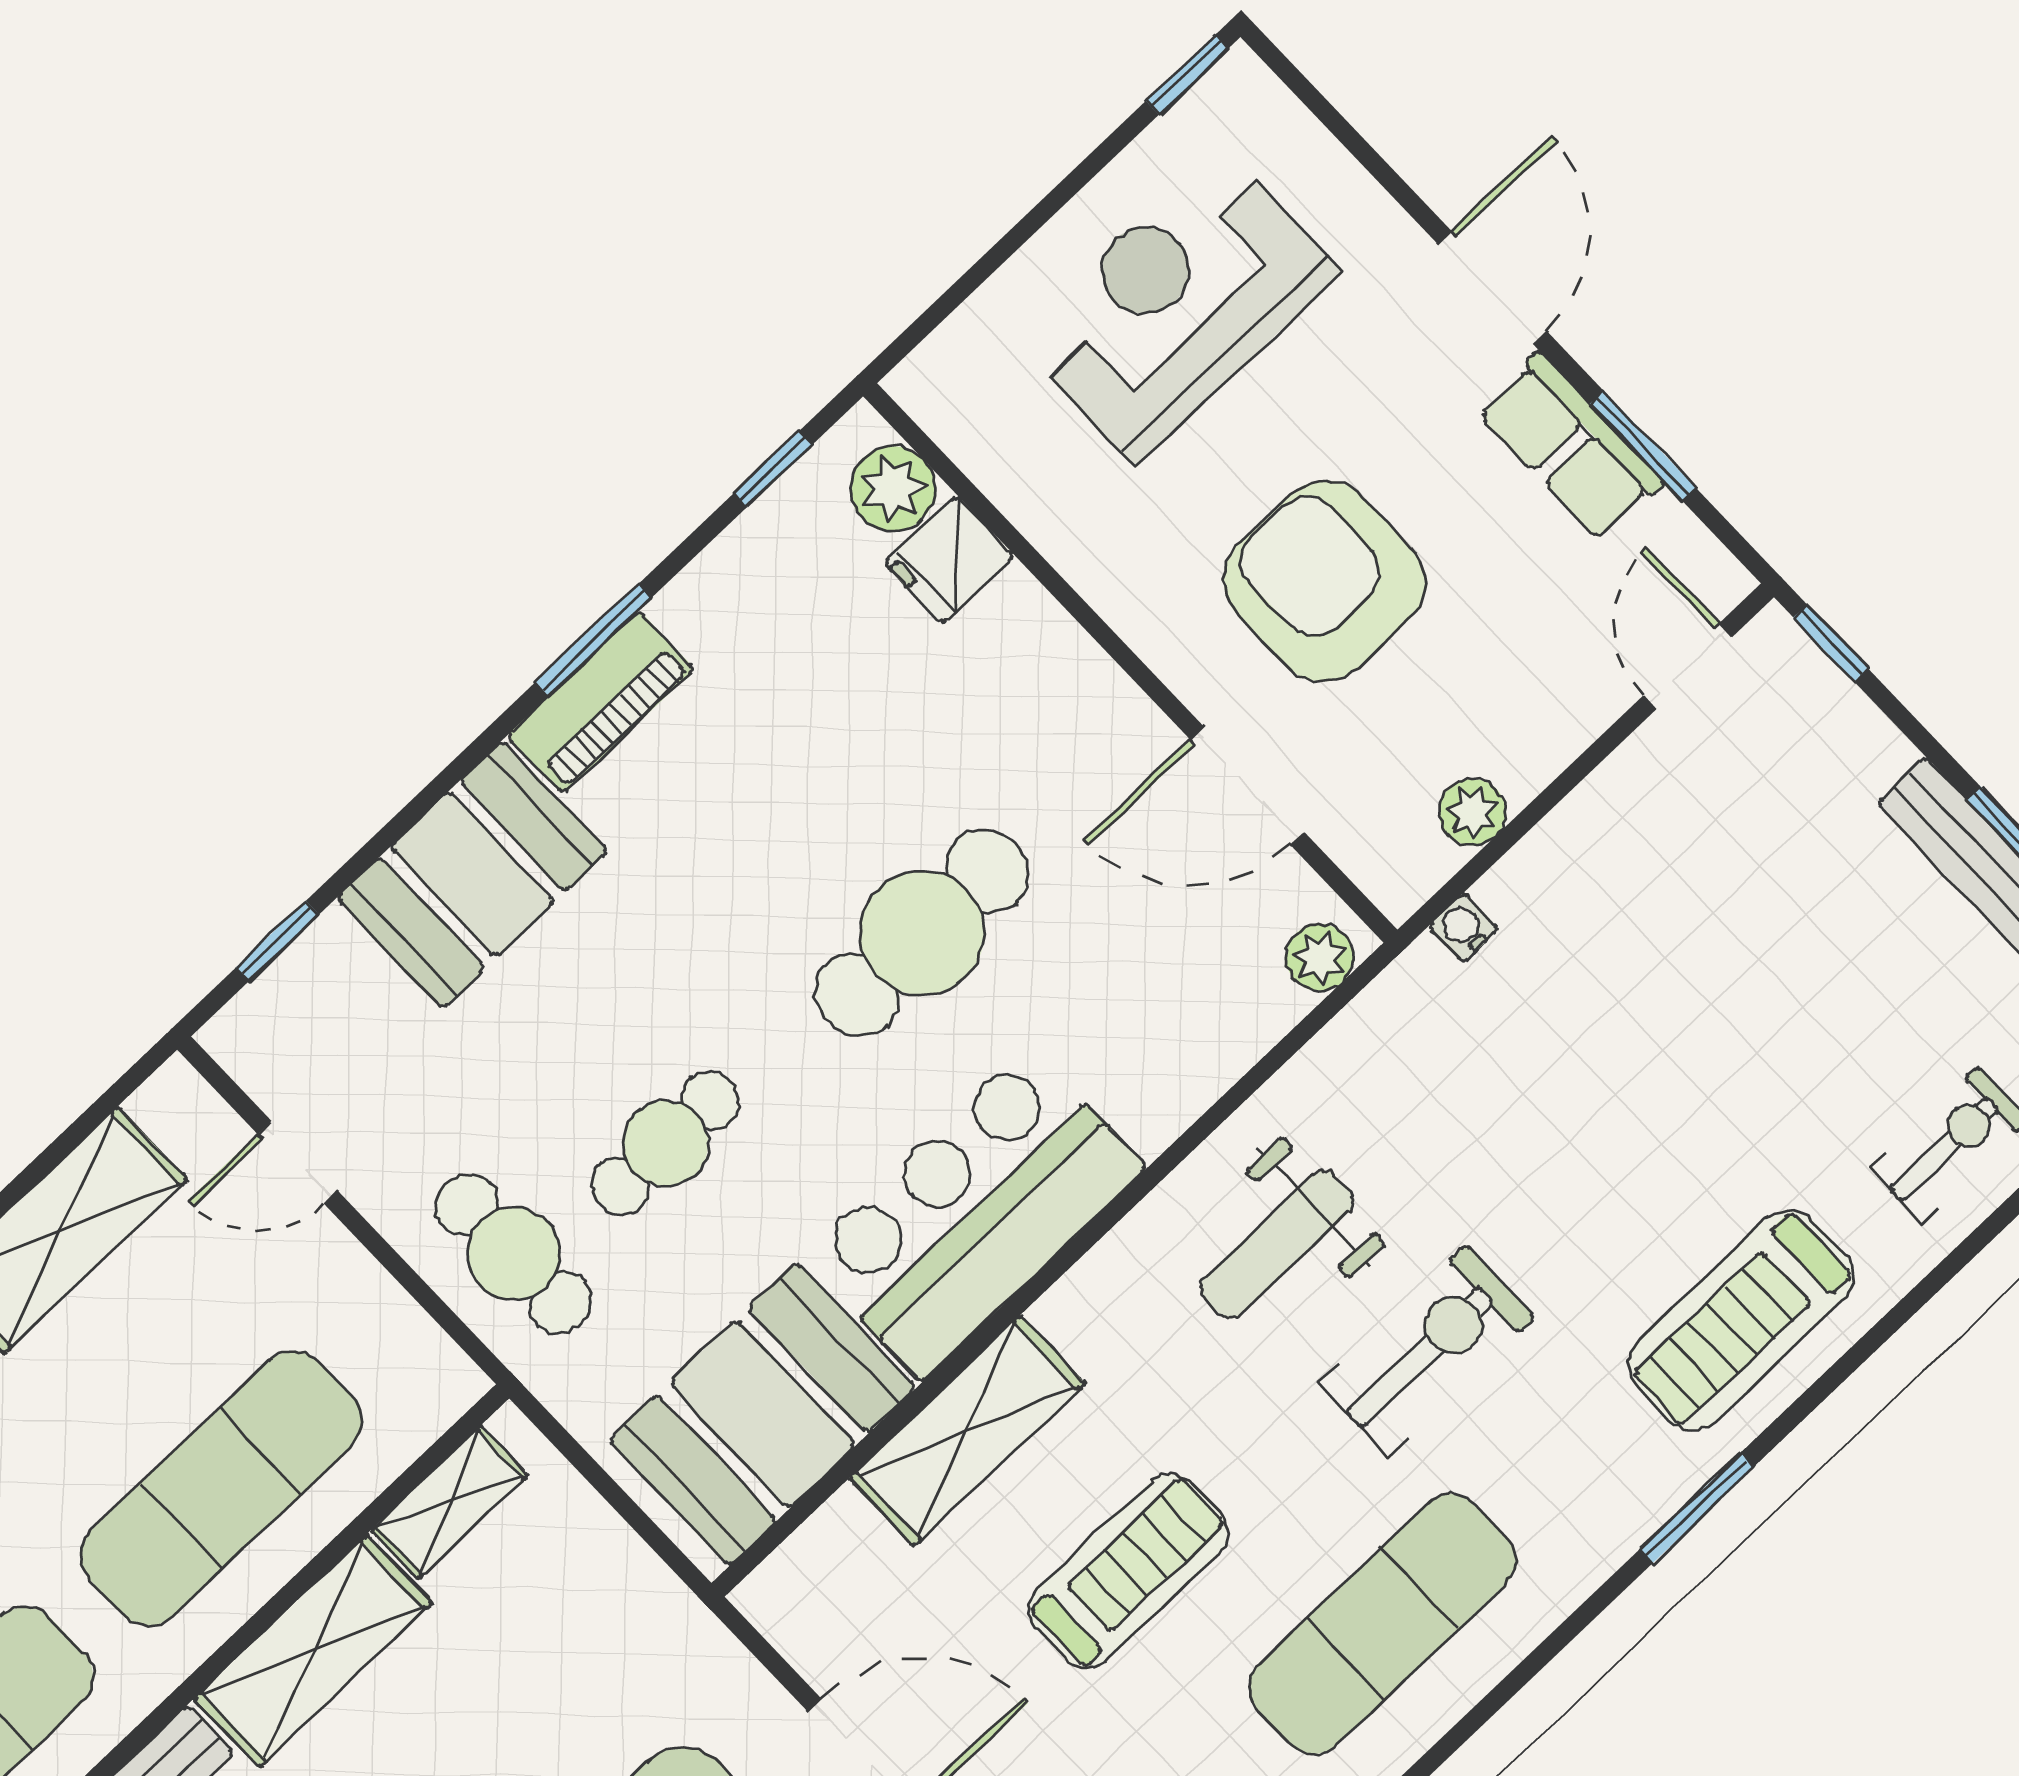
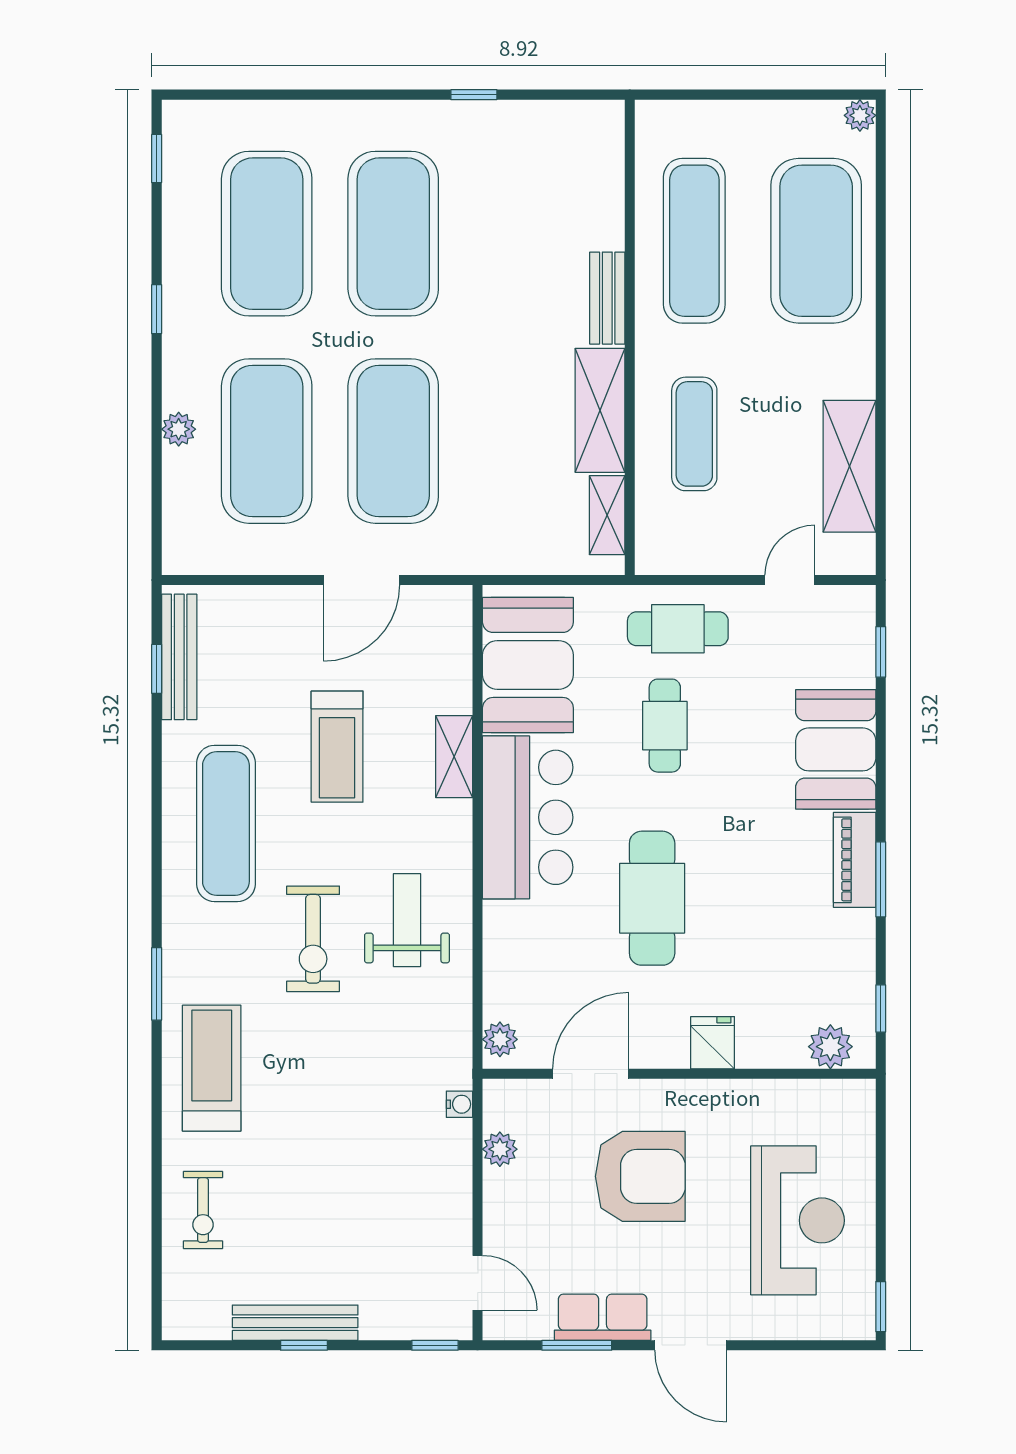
fridge: (950, 560) -> (713, 1043), moved
shelving: (967, 1431) -> (454, 757), width x0.67, depth x0.75
exercise mat: (221, 1488) -> (694, 434), width x0.73, depth x0.69

